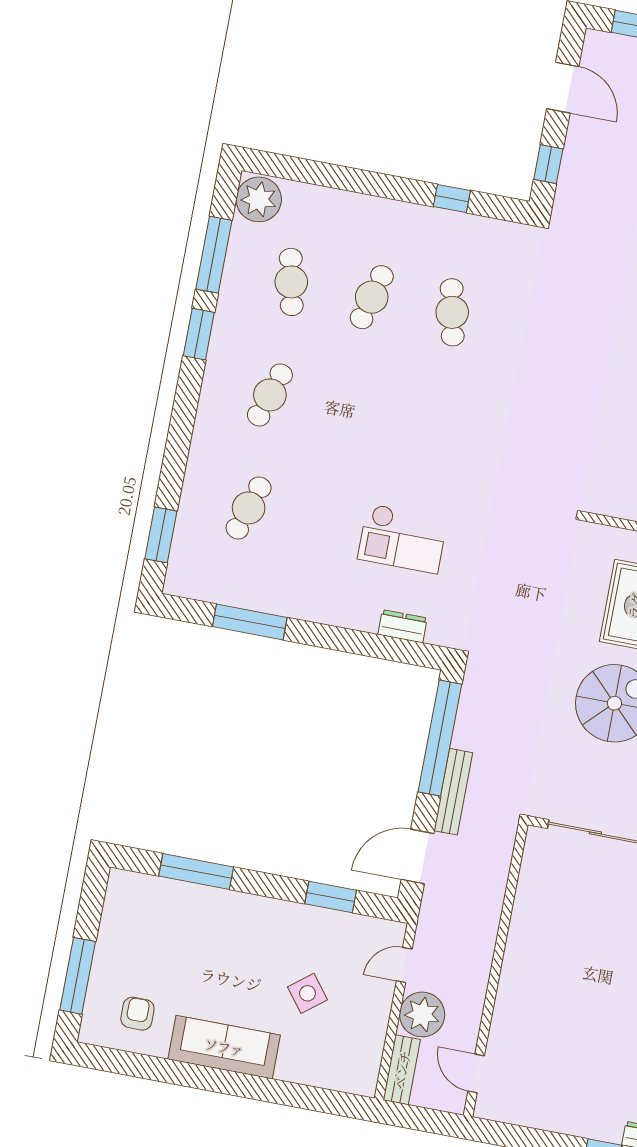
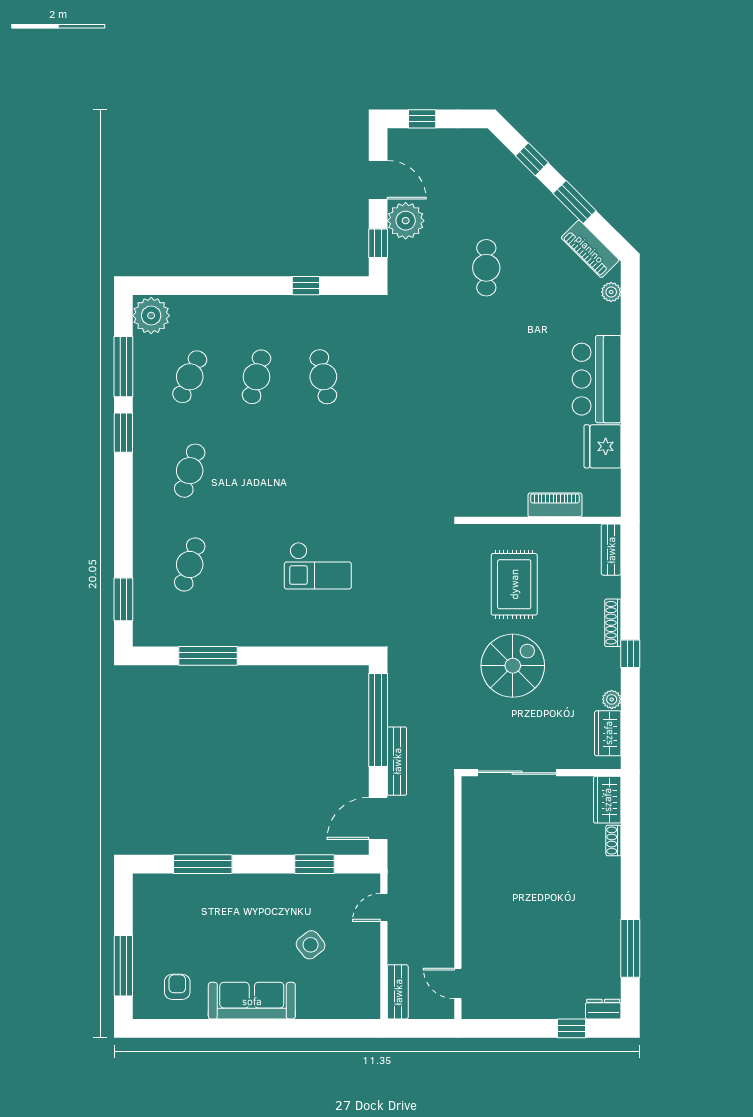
cafe table: (291, 282) -> (190, 377), turned 36
dresser: (403, 626) -> (331, 636), removed
plant: (422, 1014) -> (406, 221), moved

